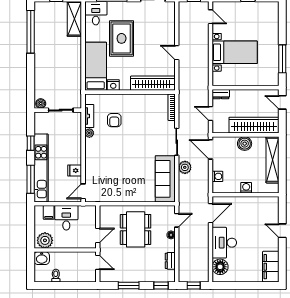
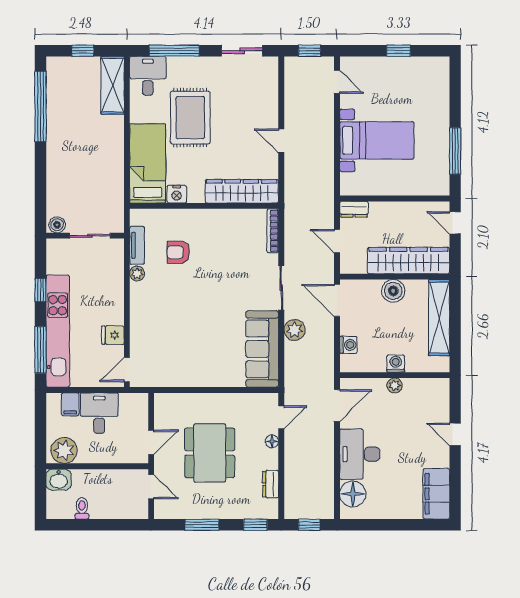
armchair: (114, 120) -> (178, 252), turned 90
plant: (245, 201) -> (394, 385), added
dining table: (136, 229) -> (210, 453), moved

